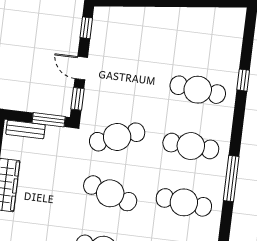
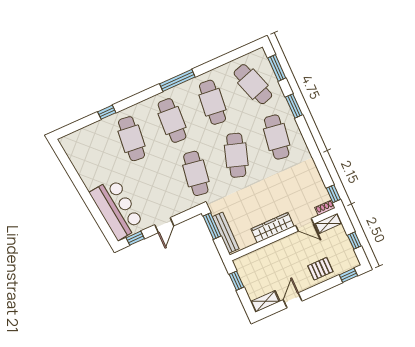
bar counter: (131, 27) -> (117, 209), added
window: (77, 99) -> (186, 215), removed
bench: (26, 130) -> (226, 233), width x1.36
cafe table: (117, 137) -> (196, 173), turned 30

